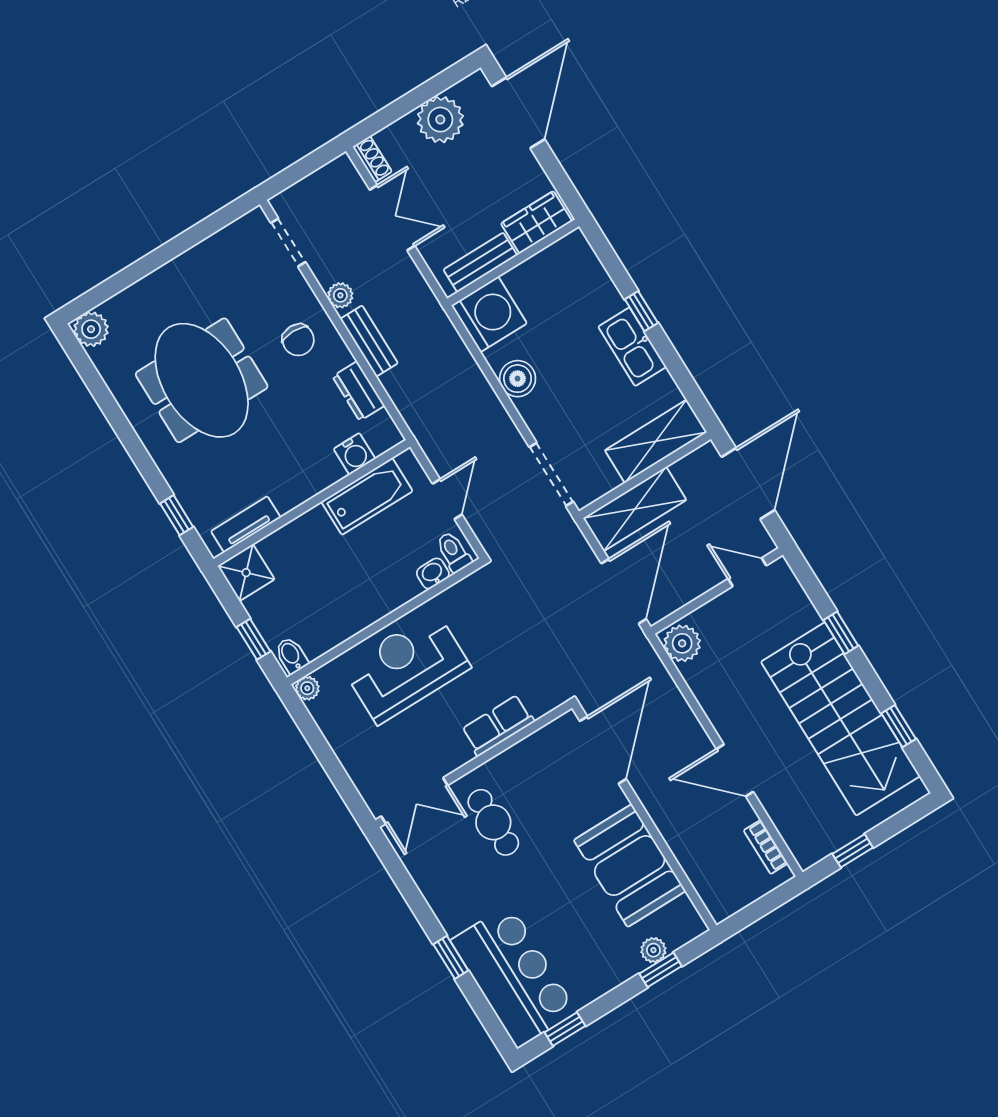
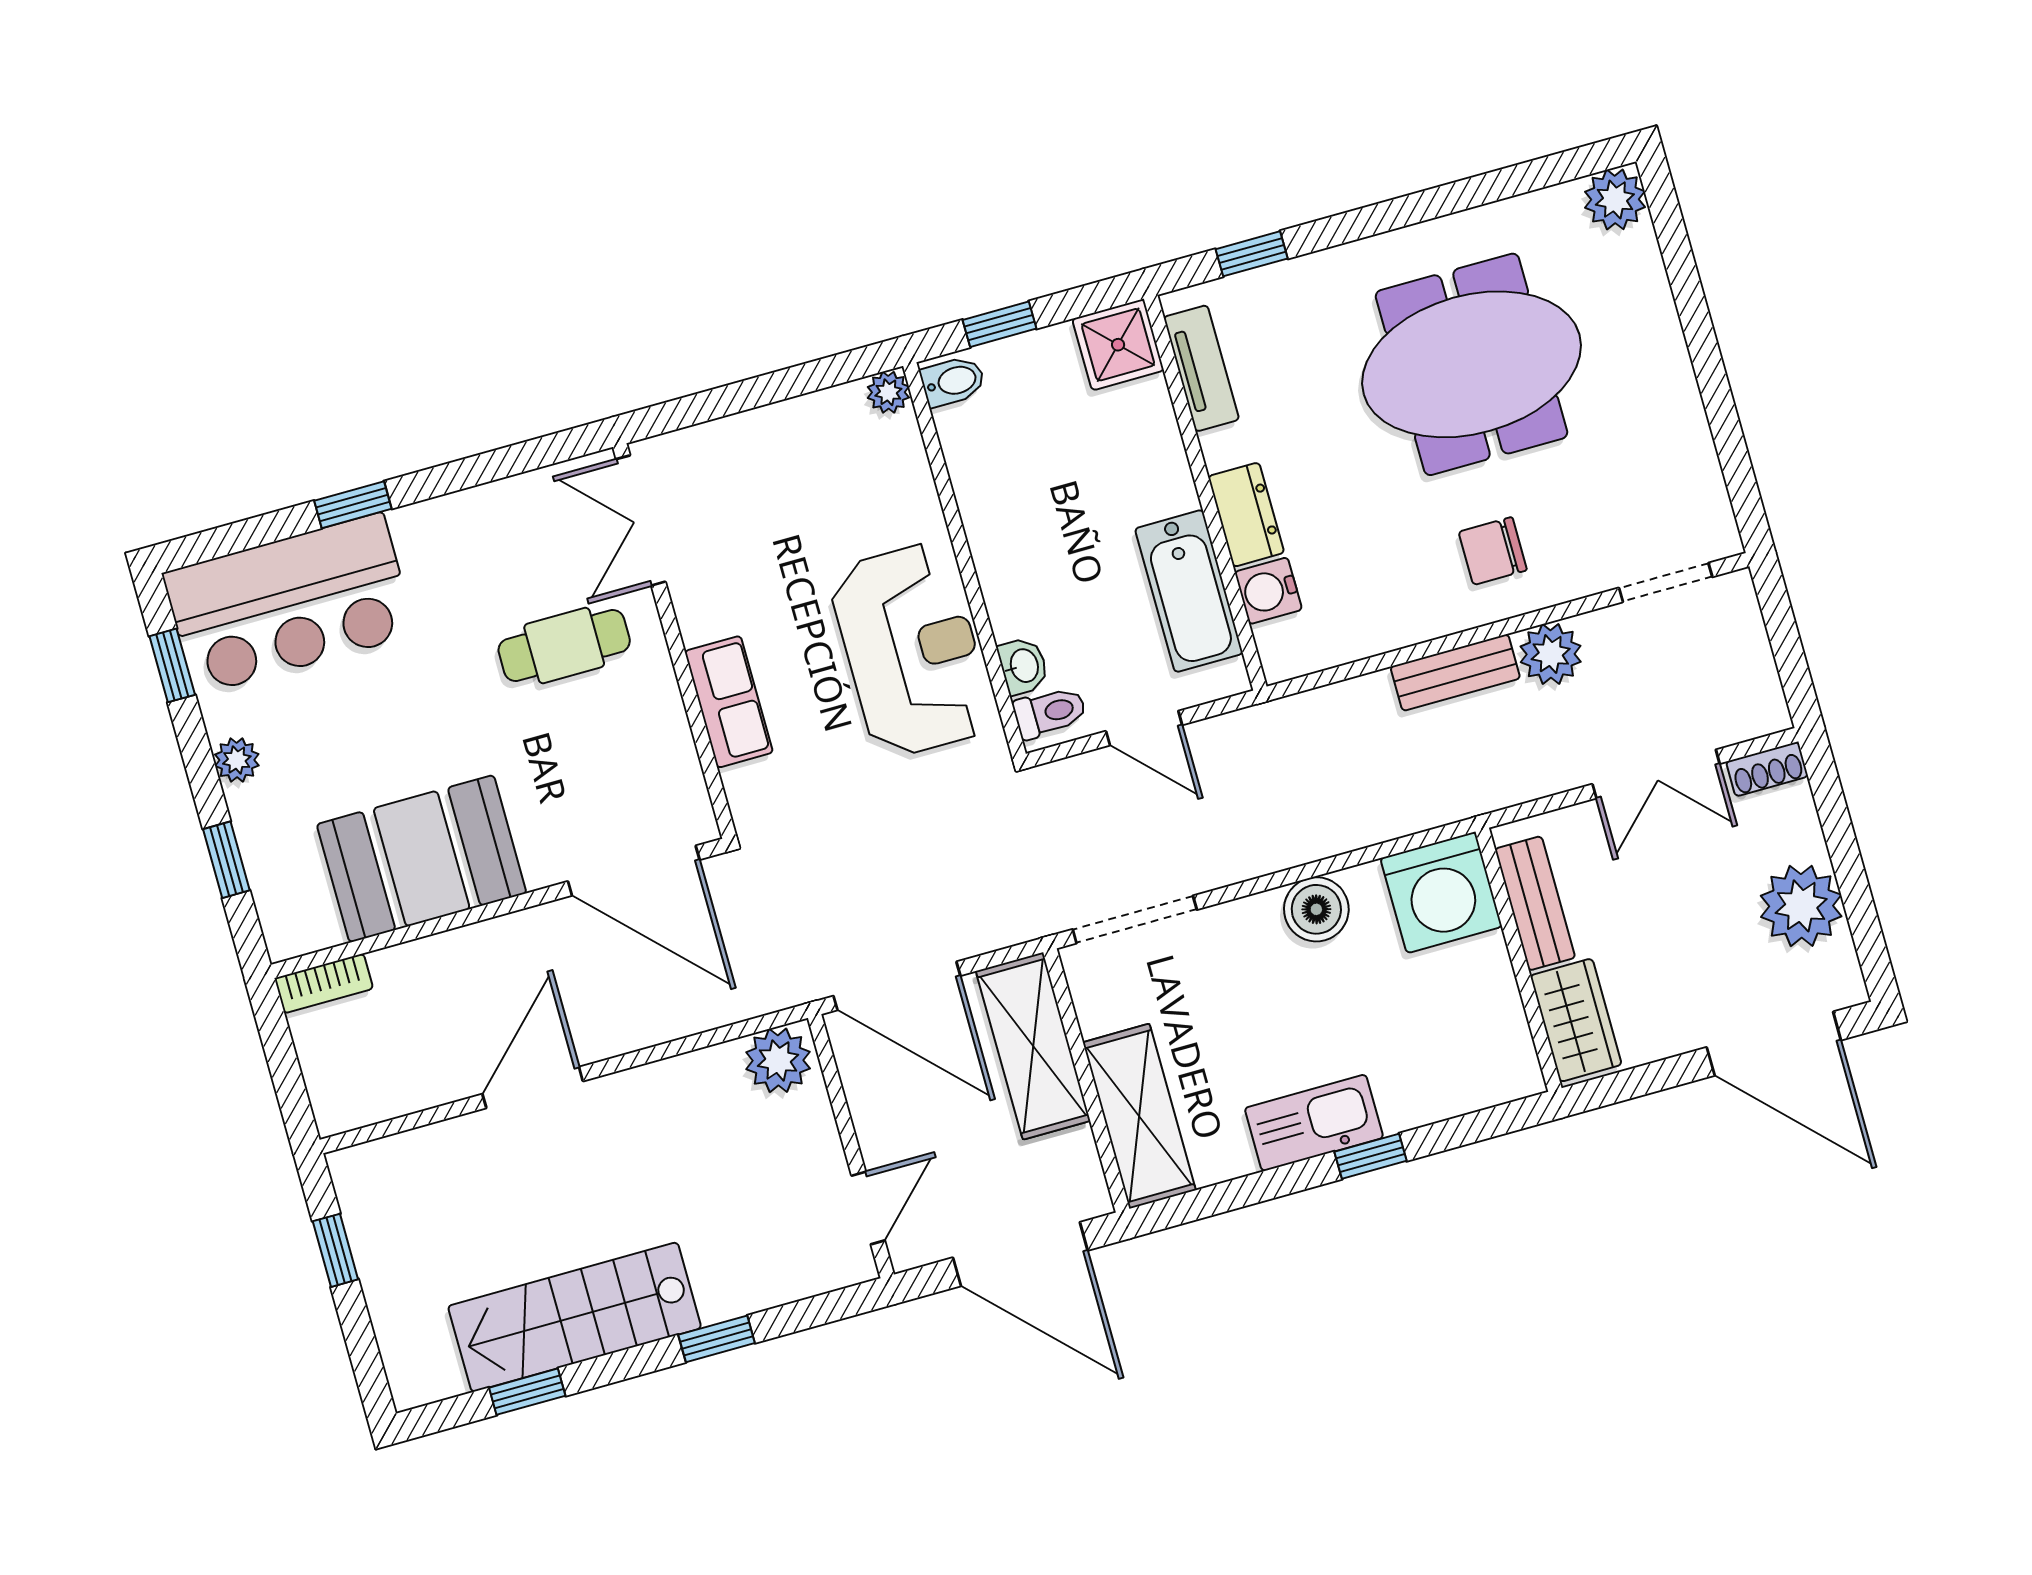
plant: (340, 295) -> (1551, 654), width x1.38, depth x1.38
dresser: (358, 391) -> (1246, 515), moved, turned 90
reception desk: (406, 667) -> (911, 650), moved
stairs: (840, 719) -> (575, 1317), width x0.73, depth x0.66
bookcase: (766, 847) -> (324, 983), moved, turned 180
plant: (653, 950) -> (237, 760), moved

